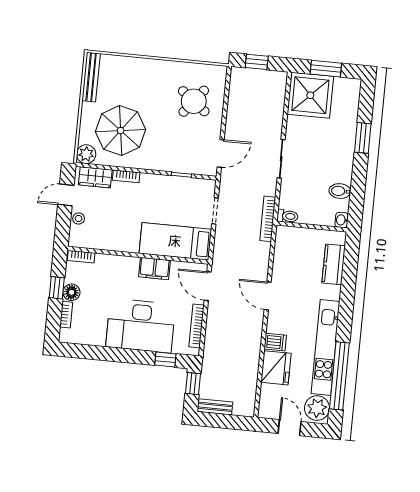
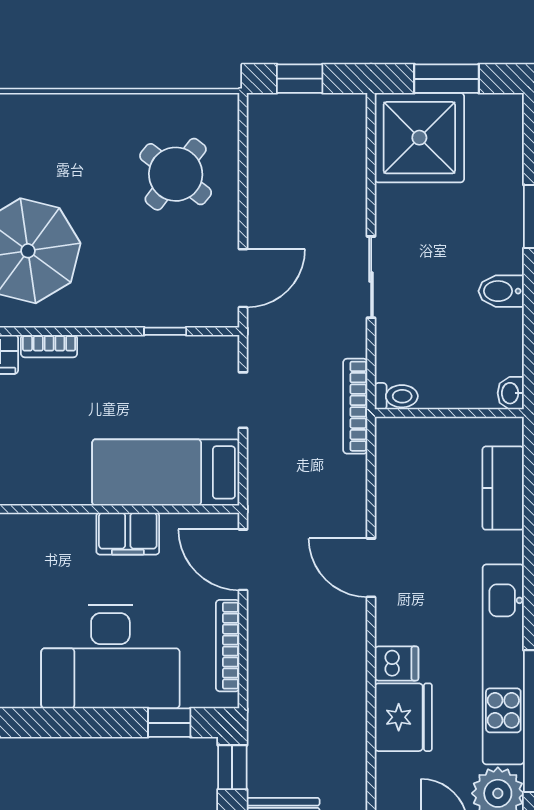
bidet: (340, 191) -> (501, 291), moved

